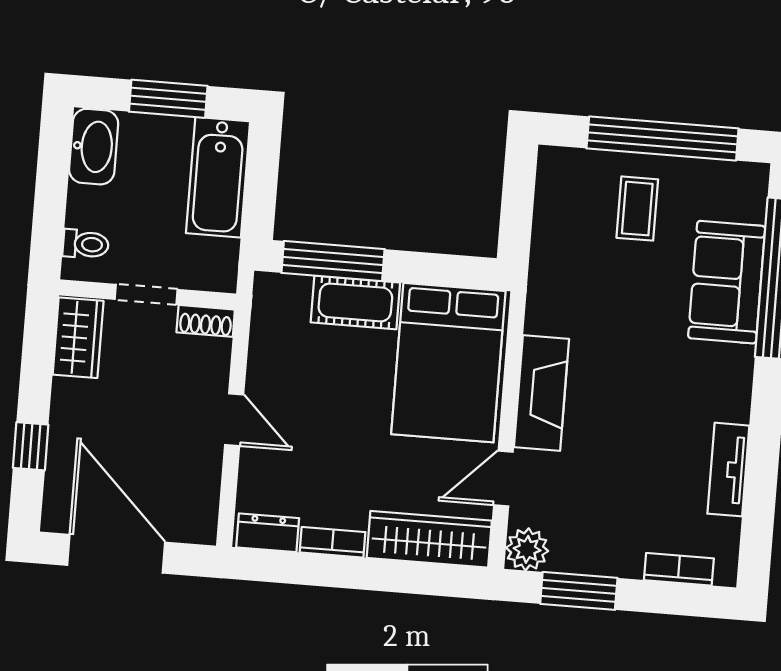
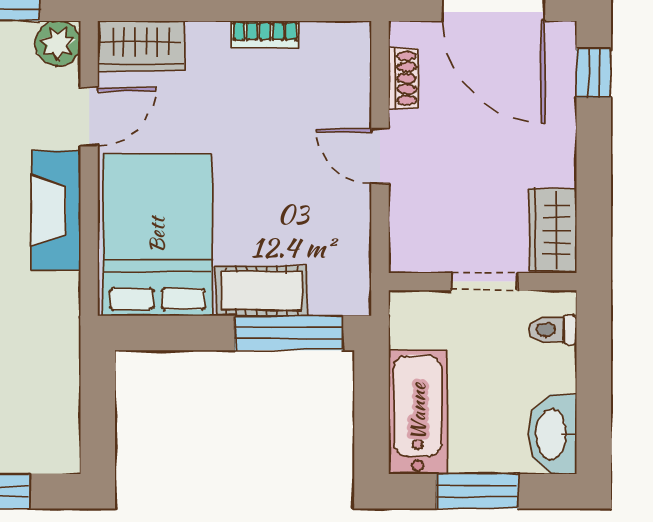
shoe rack: (206, 321) -> (403, 78), moved, turned 90
window: (31, 446) -> (594, 73), moved
dresser: (268, 533) -> (335, 39), removed
wardrobe: (429, 539) -> (141, 46), width x0.67

